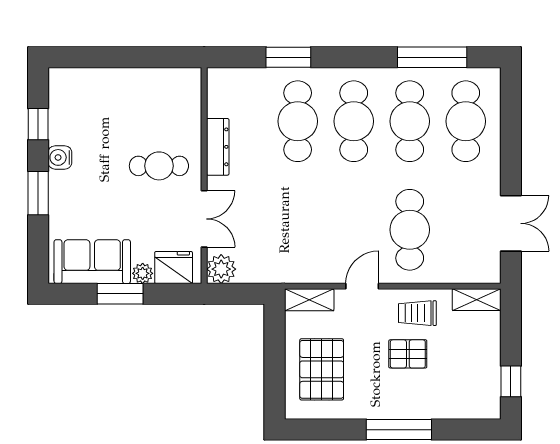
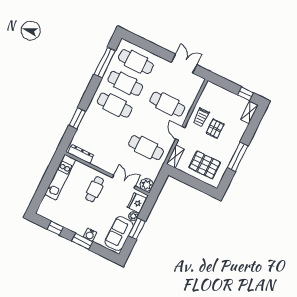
kitchen unit: (149, 82) -> (60, 177), added
cafe table: (298, 121) -> (146, 148), moved
dresser: (218, 147) -> (81, 154), moved
water cooler: (60, 157) -> (90, 235), moved
shelving: (477, 300) -> (249, 112), moved
window: (399, 430) -> (238, 157), moved

